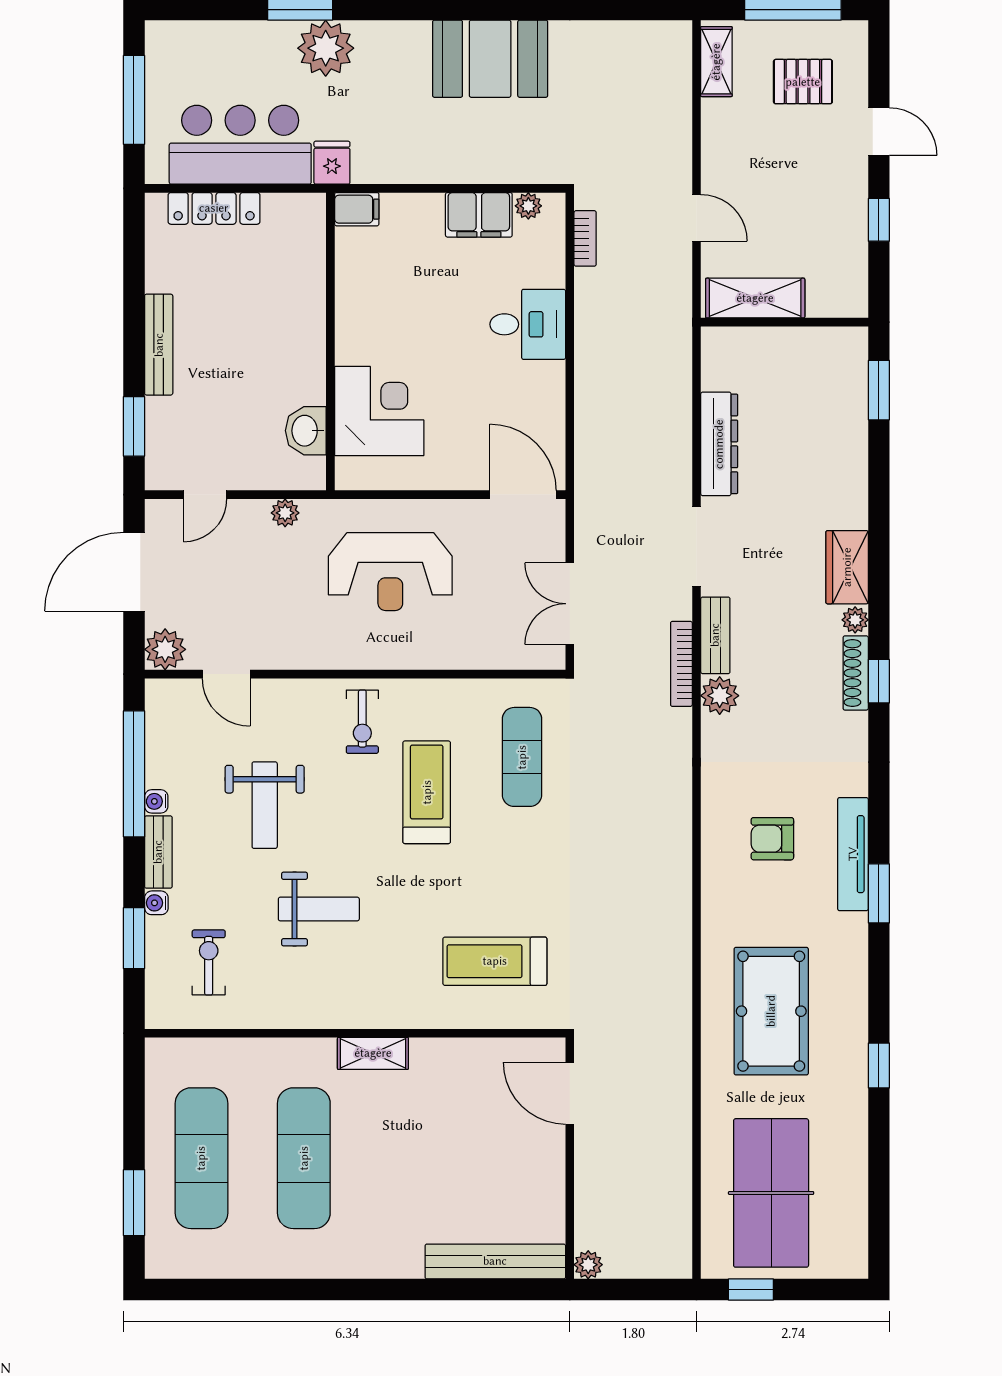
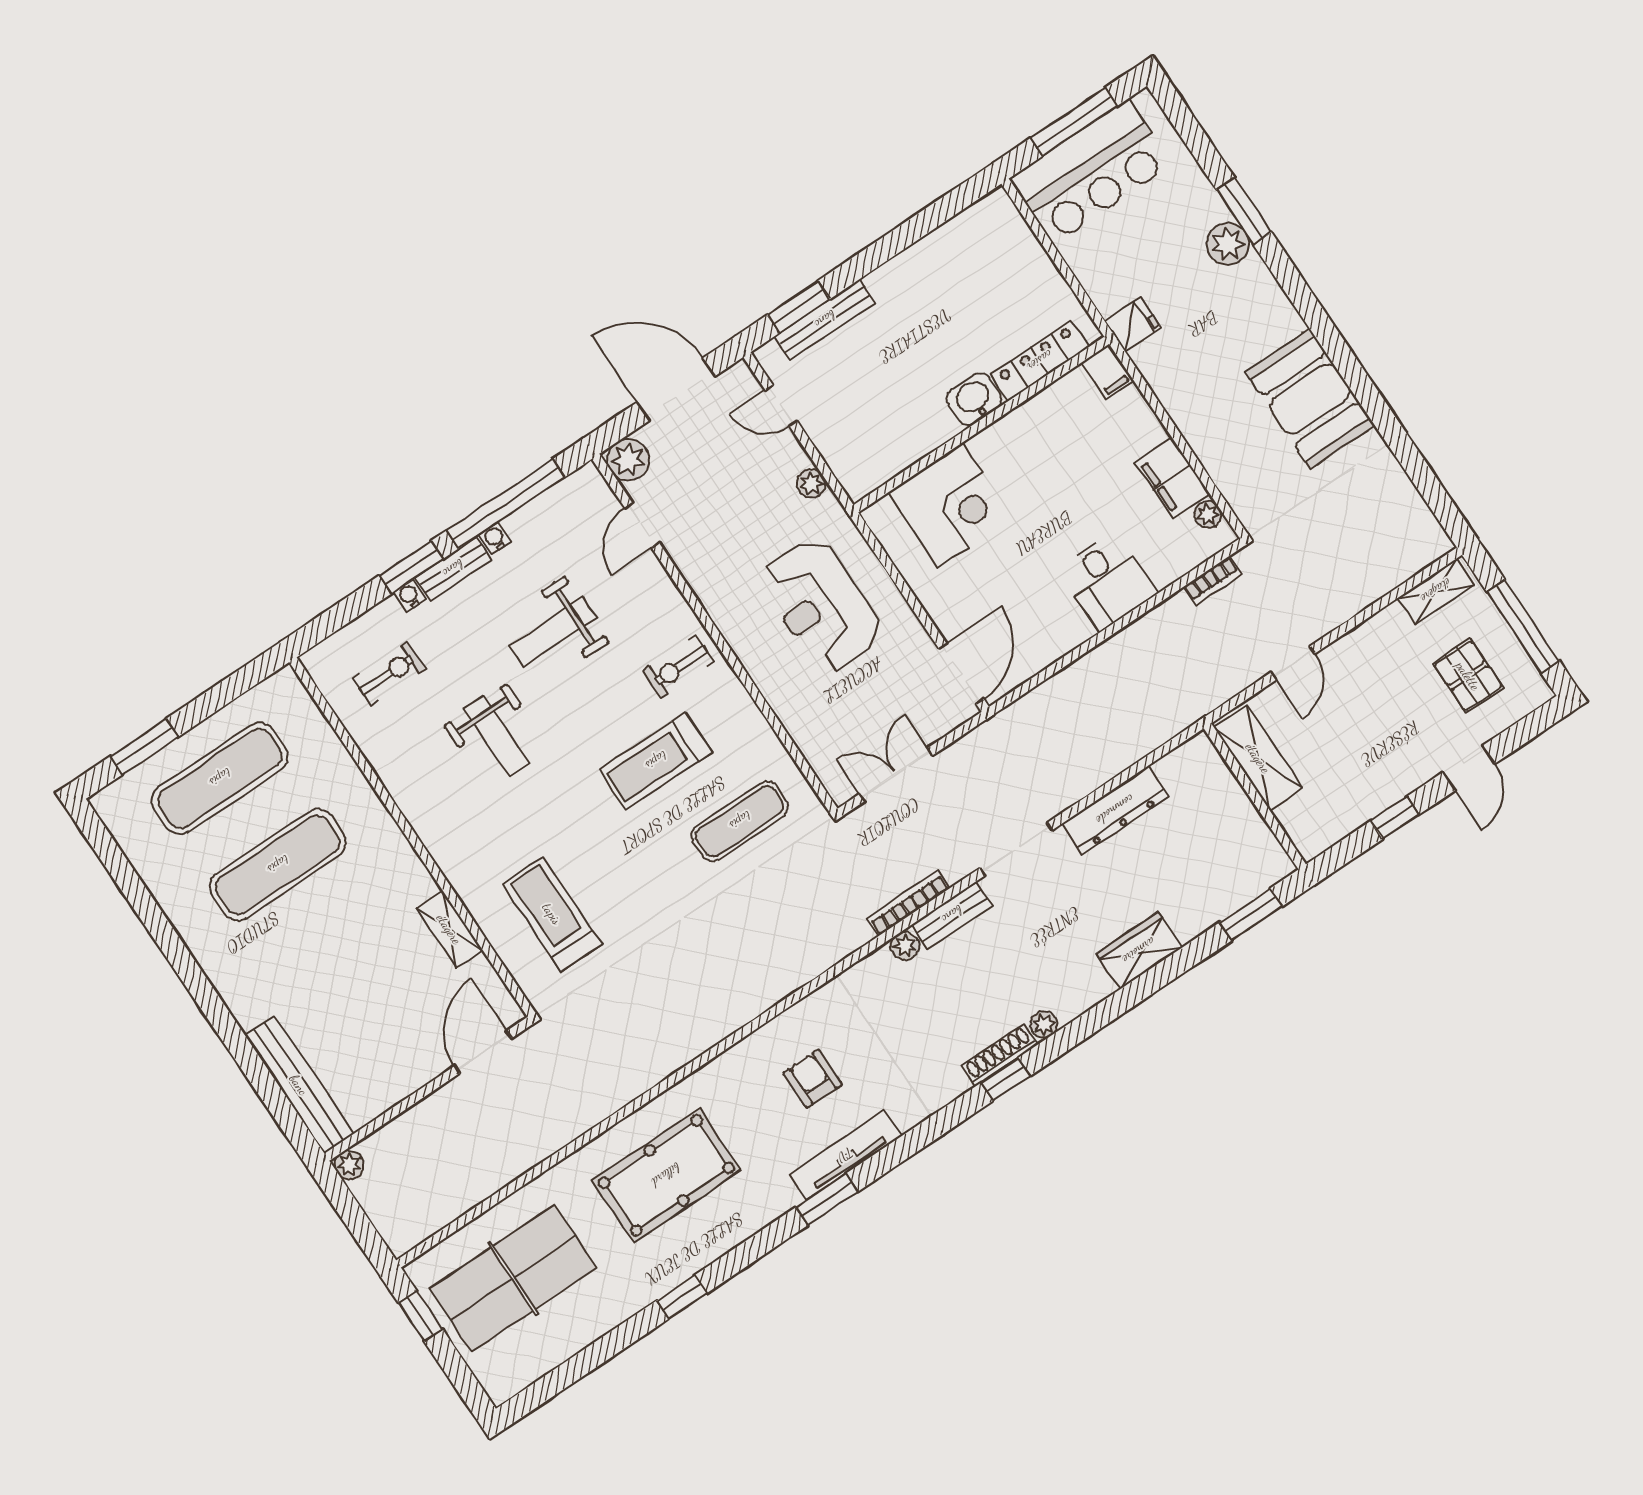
plant: (326, 48) -> (1228, 244), width x0.73, depth x0.73
bar counter: (240, 145) -> (1091, 172), moved, turned 90
locker: (214, 208) -> (1040, 361), moved, turned 90
bench: (159, 345) -> (825, 320), moved
washbasin: (306, 431) -> (974, 399), moved
wardrobe: (847, 567) -> (1139, 951), moved
plant: (720, 696) -> (905, 946), width x0.73, depth x0.73
treadmill: (427, 792) -> (656, 761), turned 180
window: (134, 938) -> (411, 567), moved
shelving: (373, 1053) -> (449, 929), moved

